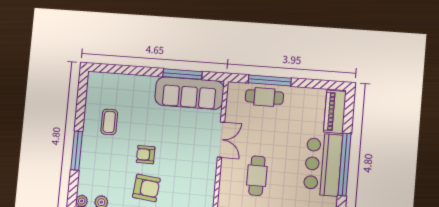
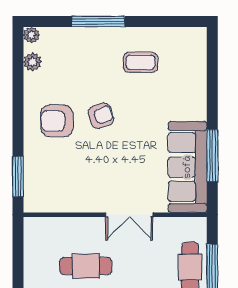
armchair: (146, 155) -> (101, 116), turned 72
armchair: (146, 188) -> (57, 121), turned 84

